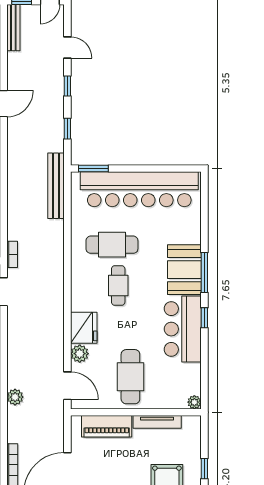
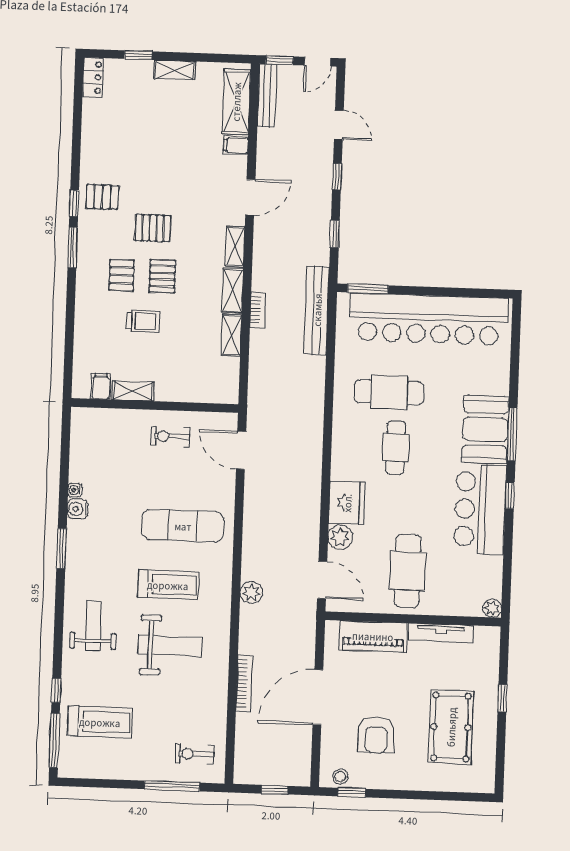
bookcase: (12, 254) -> (258, 310), moved

